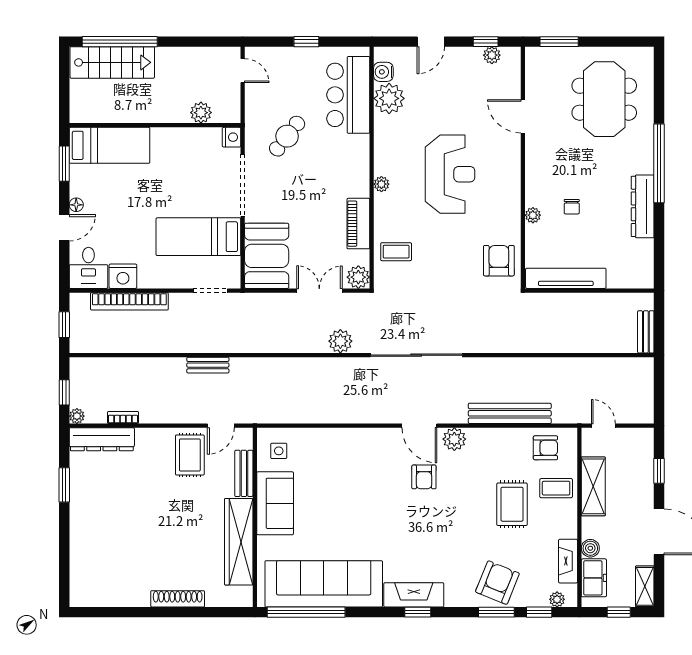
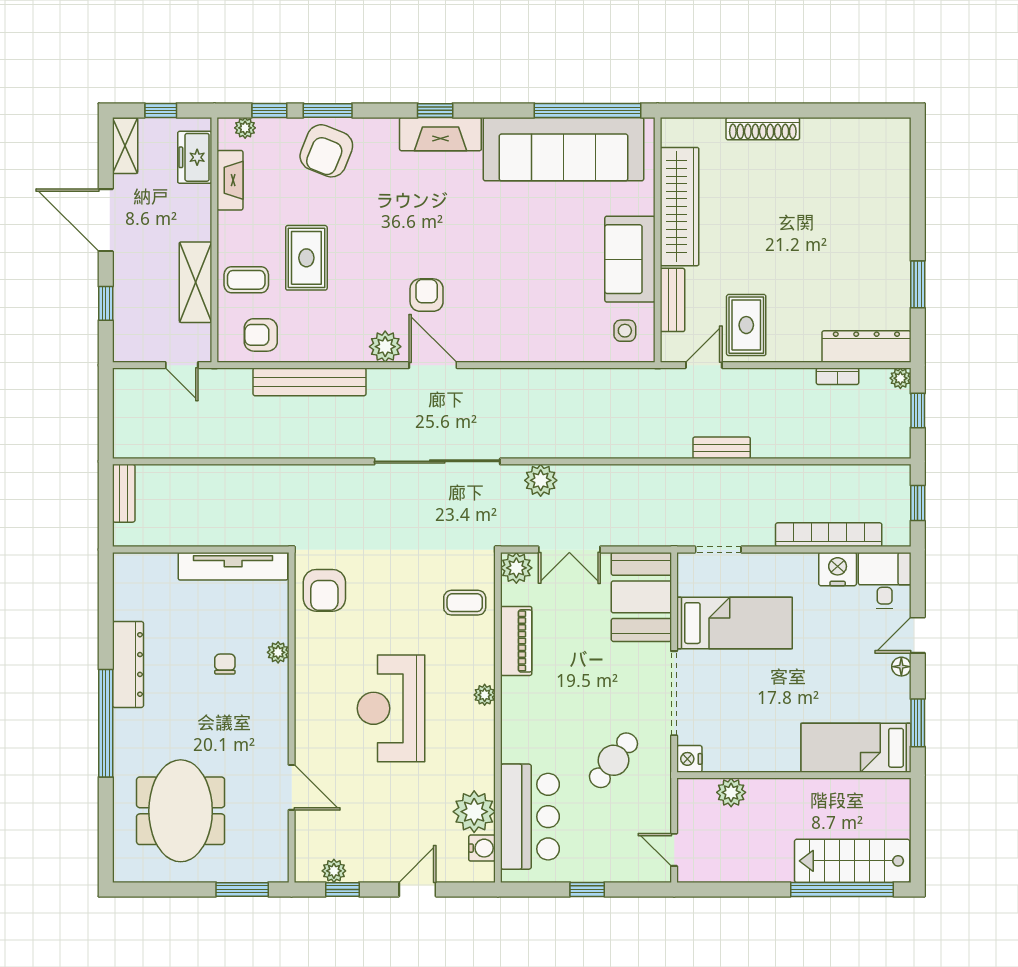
boiler: (590, 548) -> (200, 198), removed

